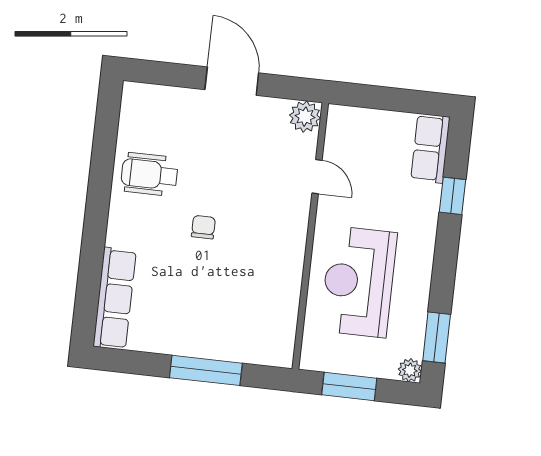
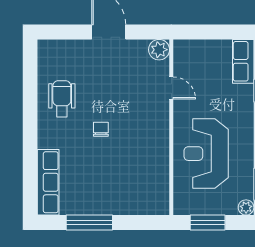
wheelchair: (149, 174) -> (62, 99), turned 90
window: (206, 370) -> (89, 223), moved

